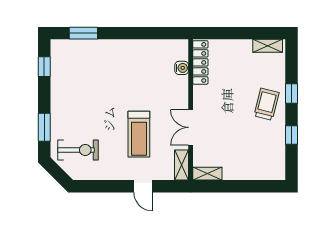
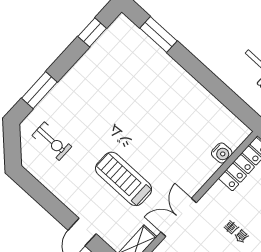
treadmill: (139, 134) -> (124, 179), turned 90
exercise bike: (78, 150) -> (52, 141), width x0.73, depth x0.72

